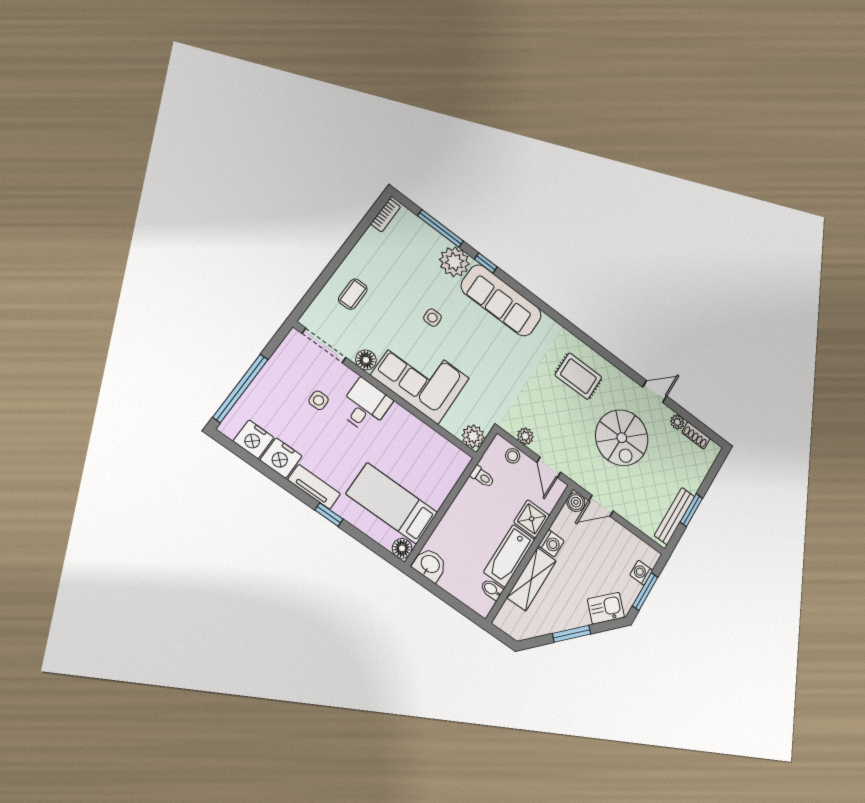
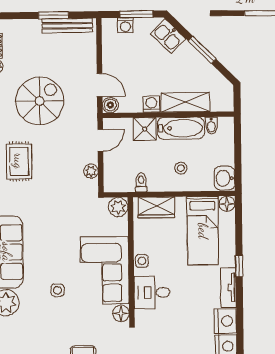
side table: (319, 400) -> (142, 261), moved
stool: (513, 456) -> (181, 168), moved
wardrobe: (447, 474) -> (156, 207), added

